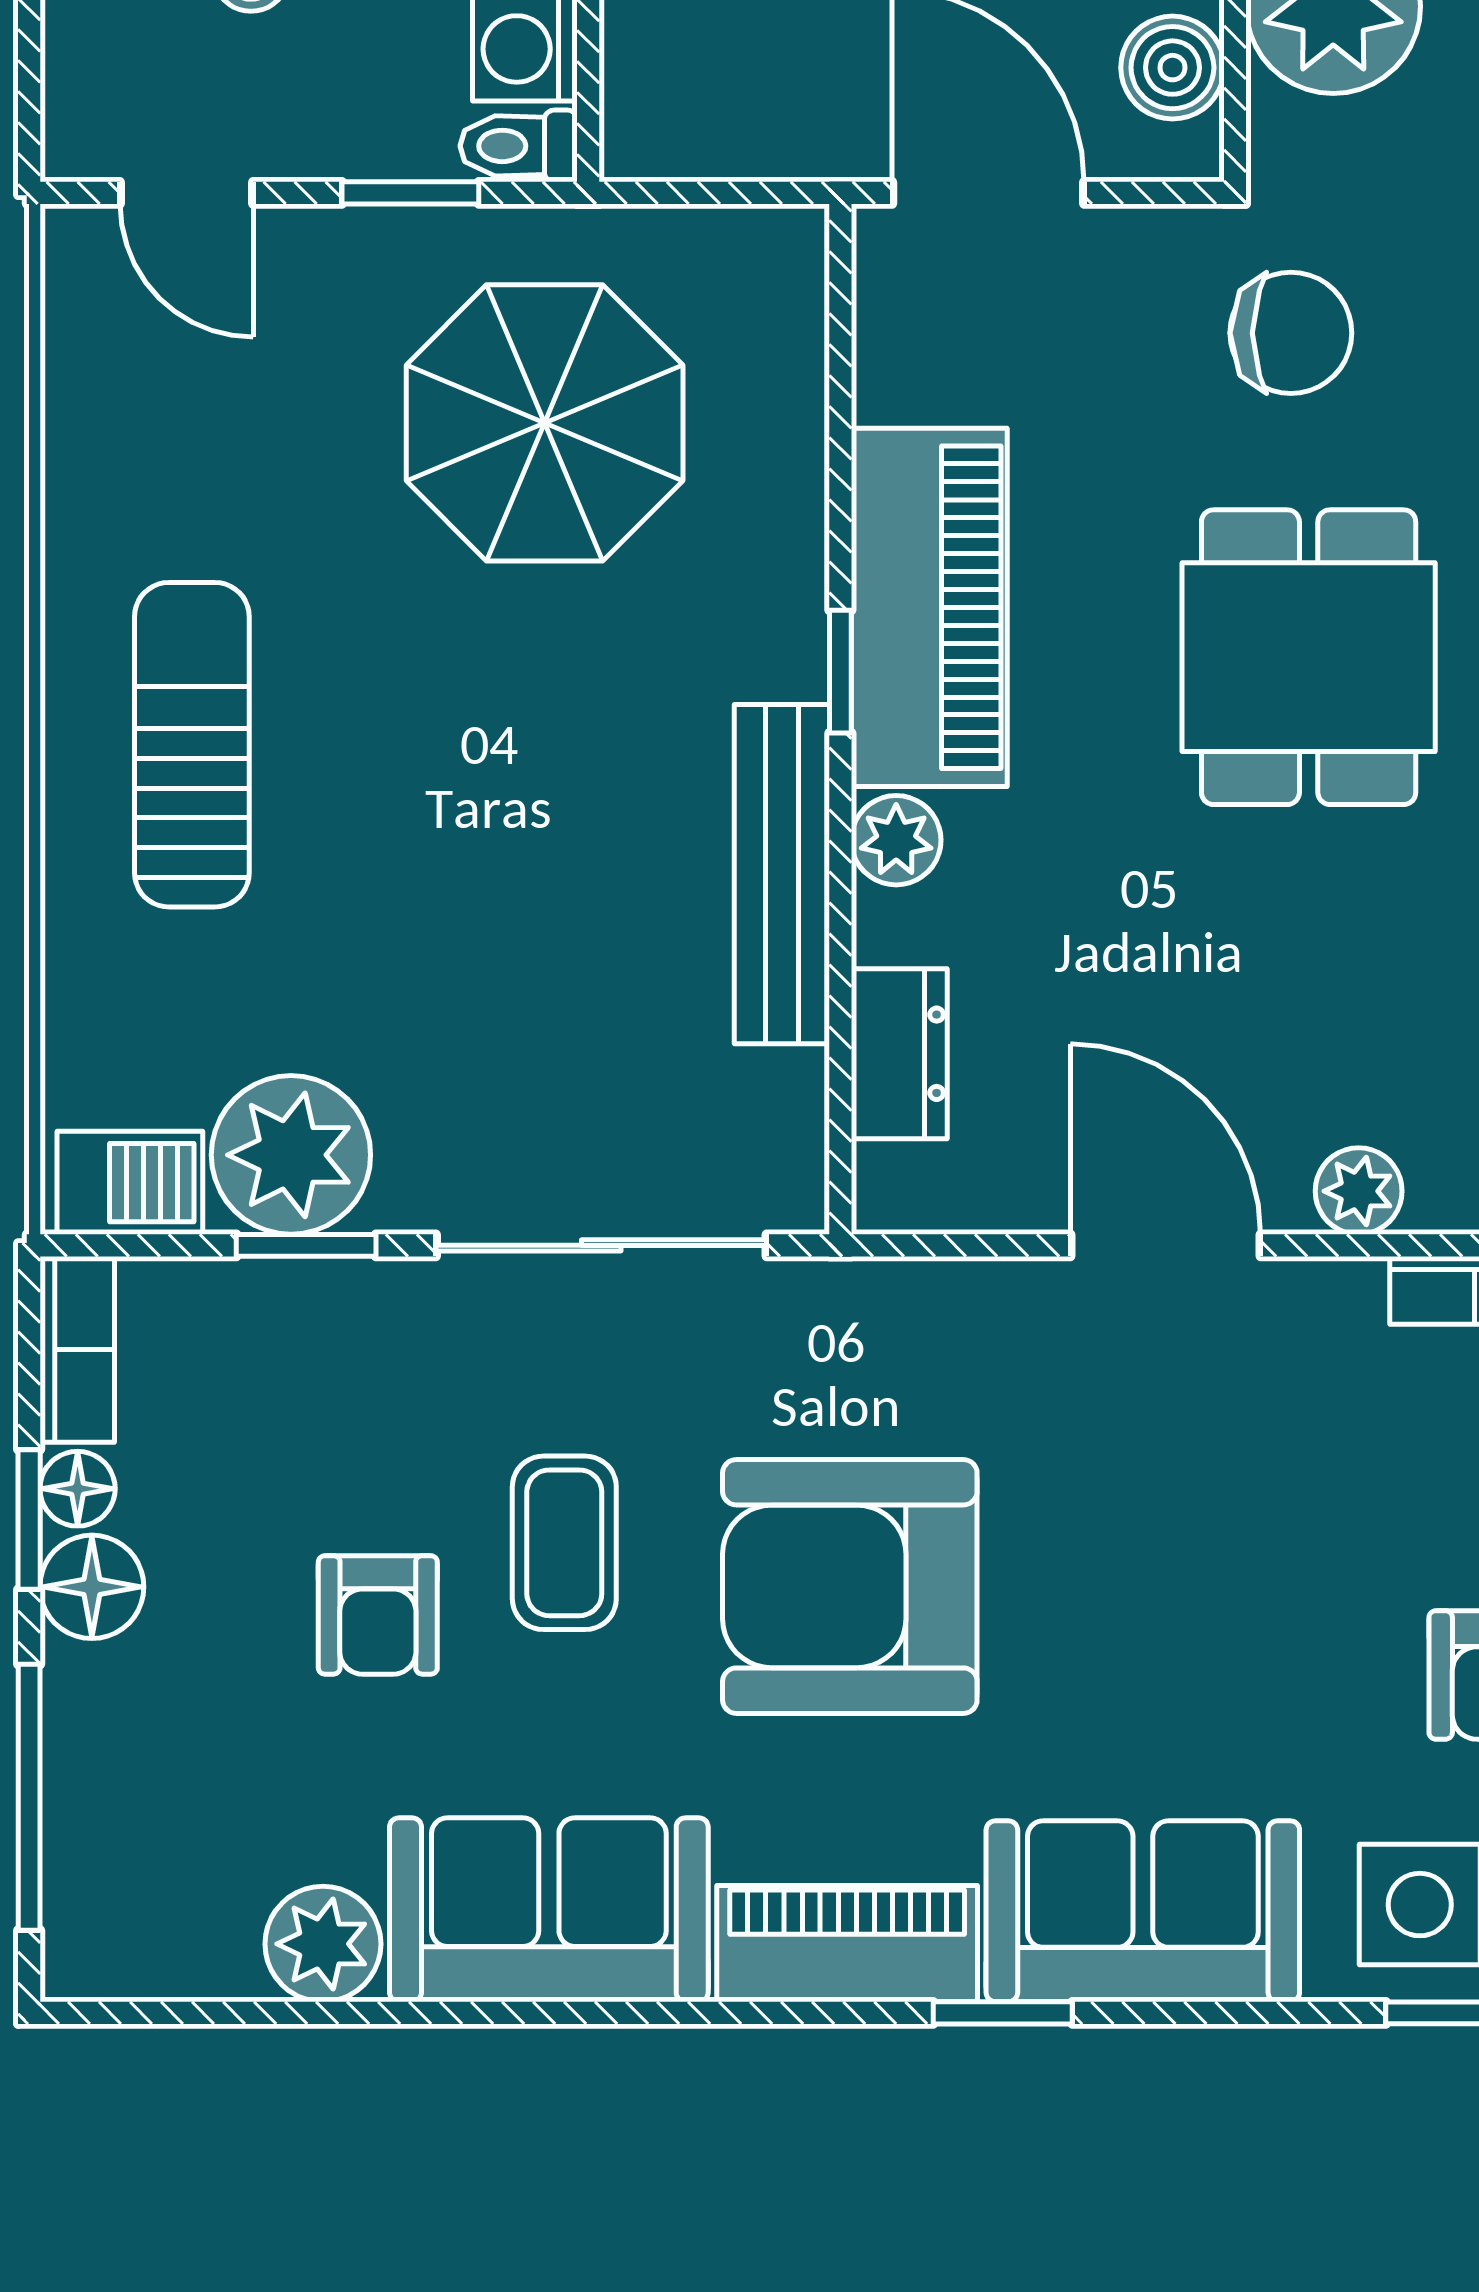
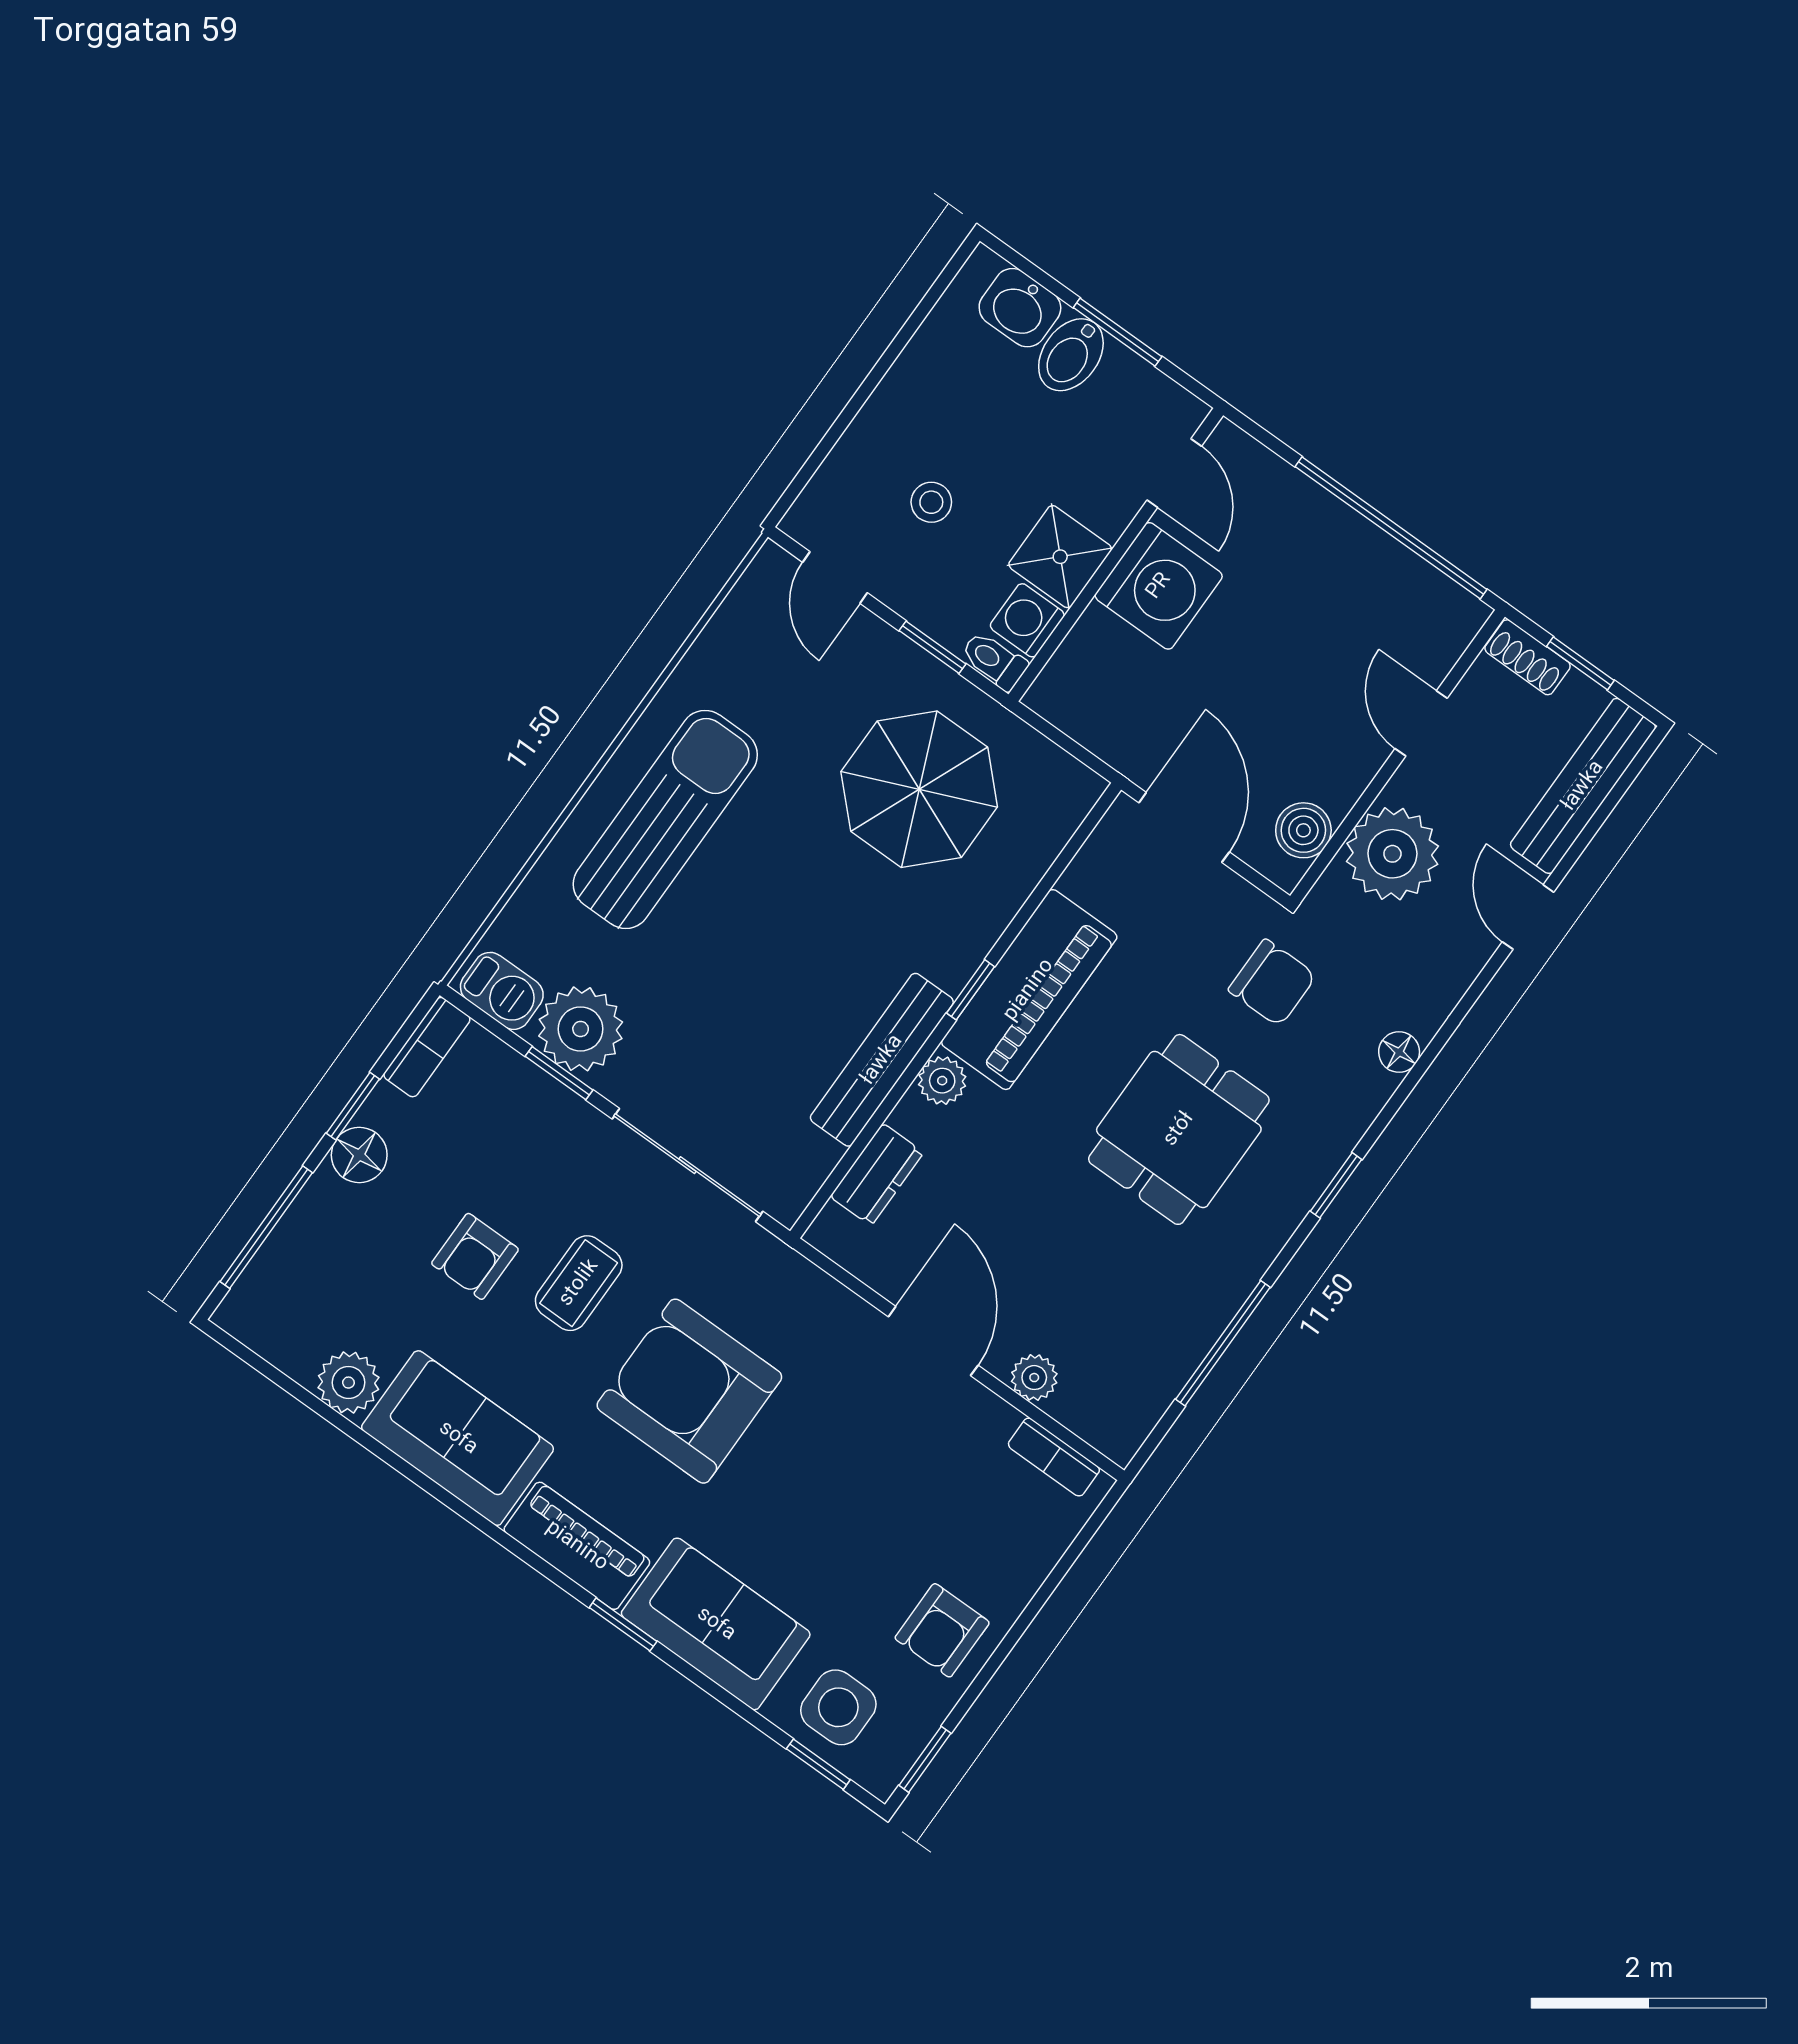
sun lounger: (192, 745) -> (665, 819), width x1.36, depth x1.34
floor lamp: (78, 1489) -> (384, 1108), removed

